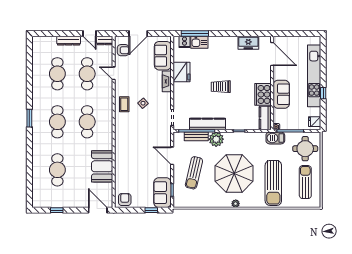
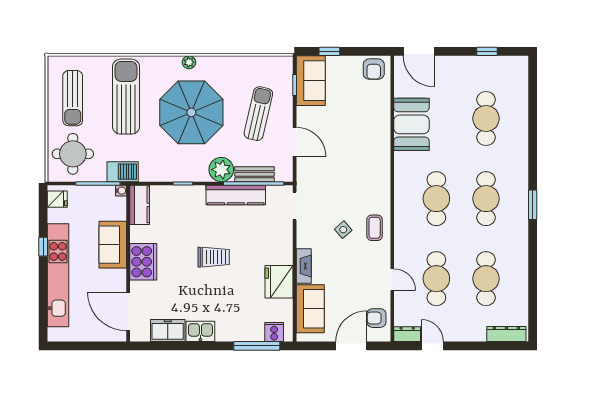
dresser: (69, 41) -> (506, 334), moved
kitchen sink: (199, 42) -> (200, 331), moved
cooker: (263, 94) -> (143, 262), moved

